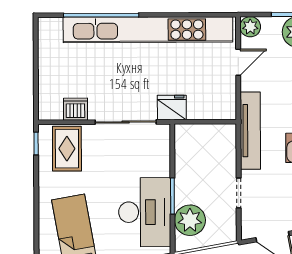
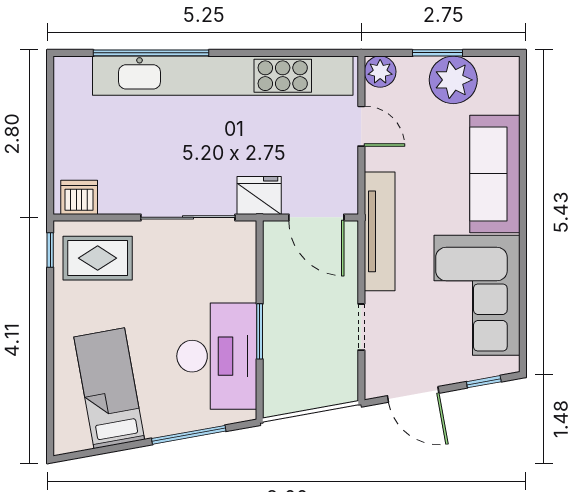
door: (238, 62) -> (361, 126), hinge flipped
dishwasher: (75, 109) -> (79, 197), moved
door: (209, 122) -> (316, 217), added
rug: (67, 149) -> (98, 258), turned 90
plant: (190, 220) -> (286, 369), removed

